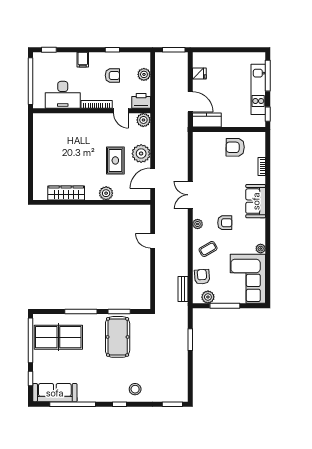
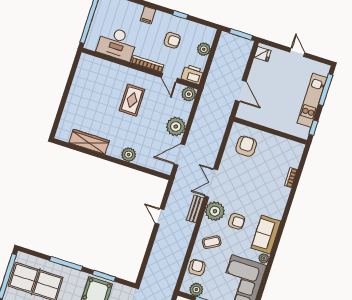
door: (231, 50) -> (297, 52), added
fridge: (199, 74) -> (263, 54), moved
kitchen counter: (207, 120) -> (251, 114), removed
armchair: (235, 147) -> (246, 146), moved, turned 89
rug: (115, 160) -> (132, 100), moved
sofa: (256, 201) -> (266, 235), moved
plant: (198, 224) -> (215, 211), width x1.87, depth x1.87
bench: (183, 289) -> (195, 209), moved

